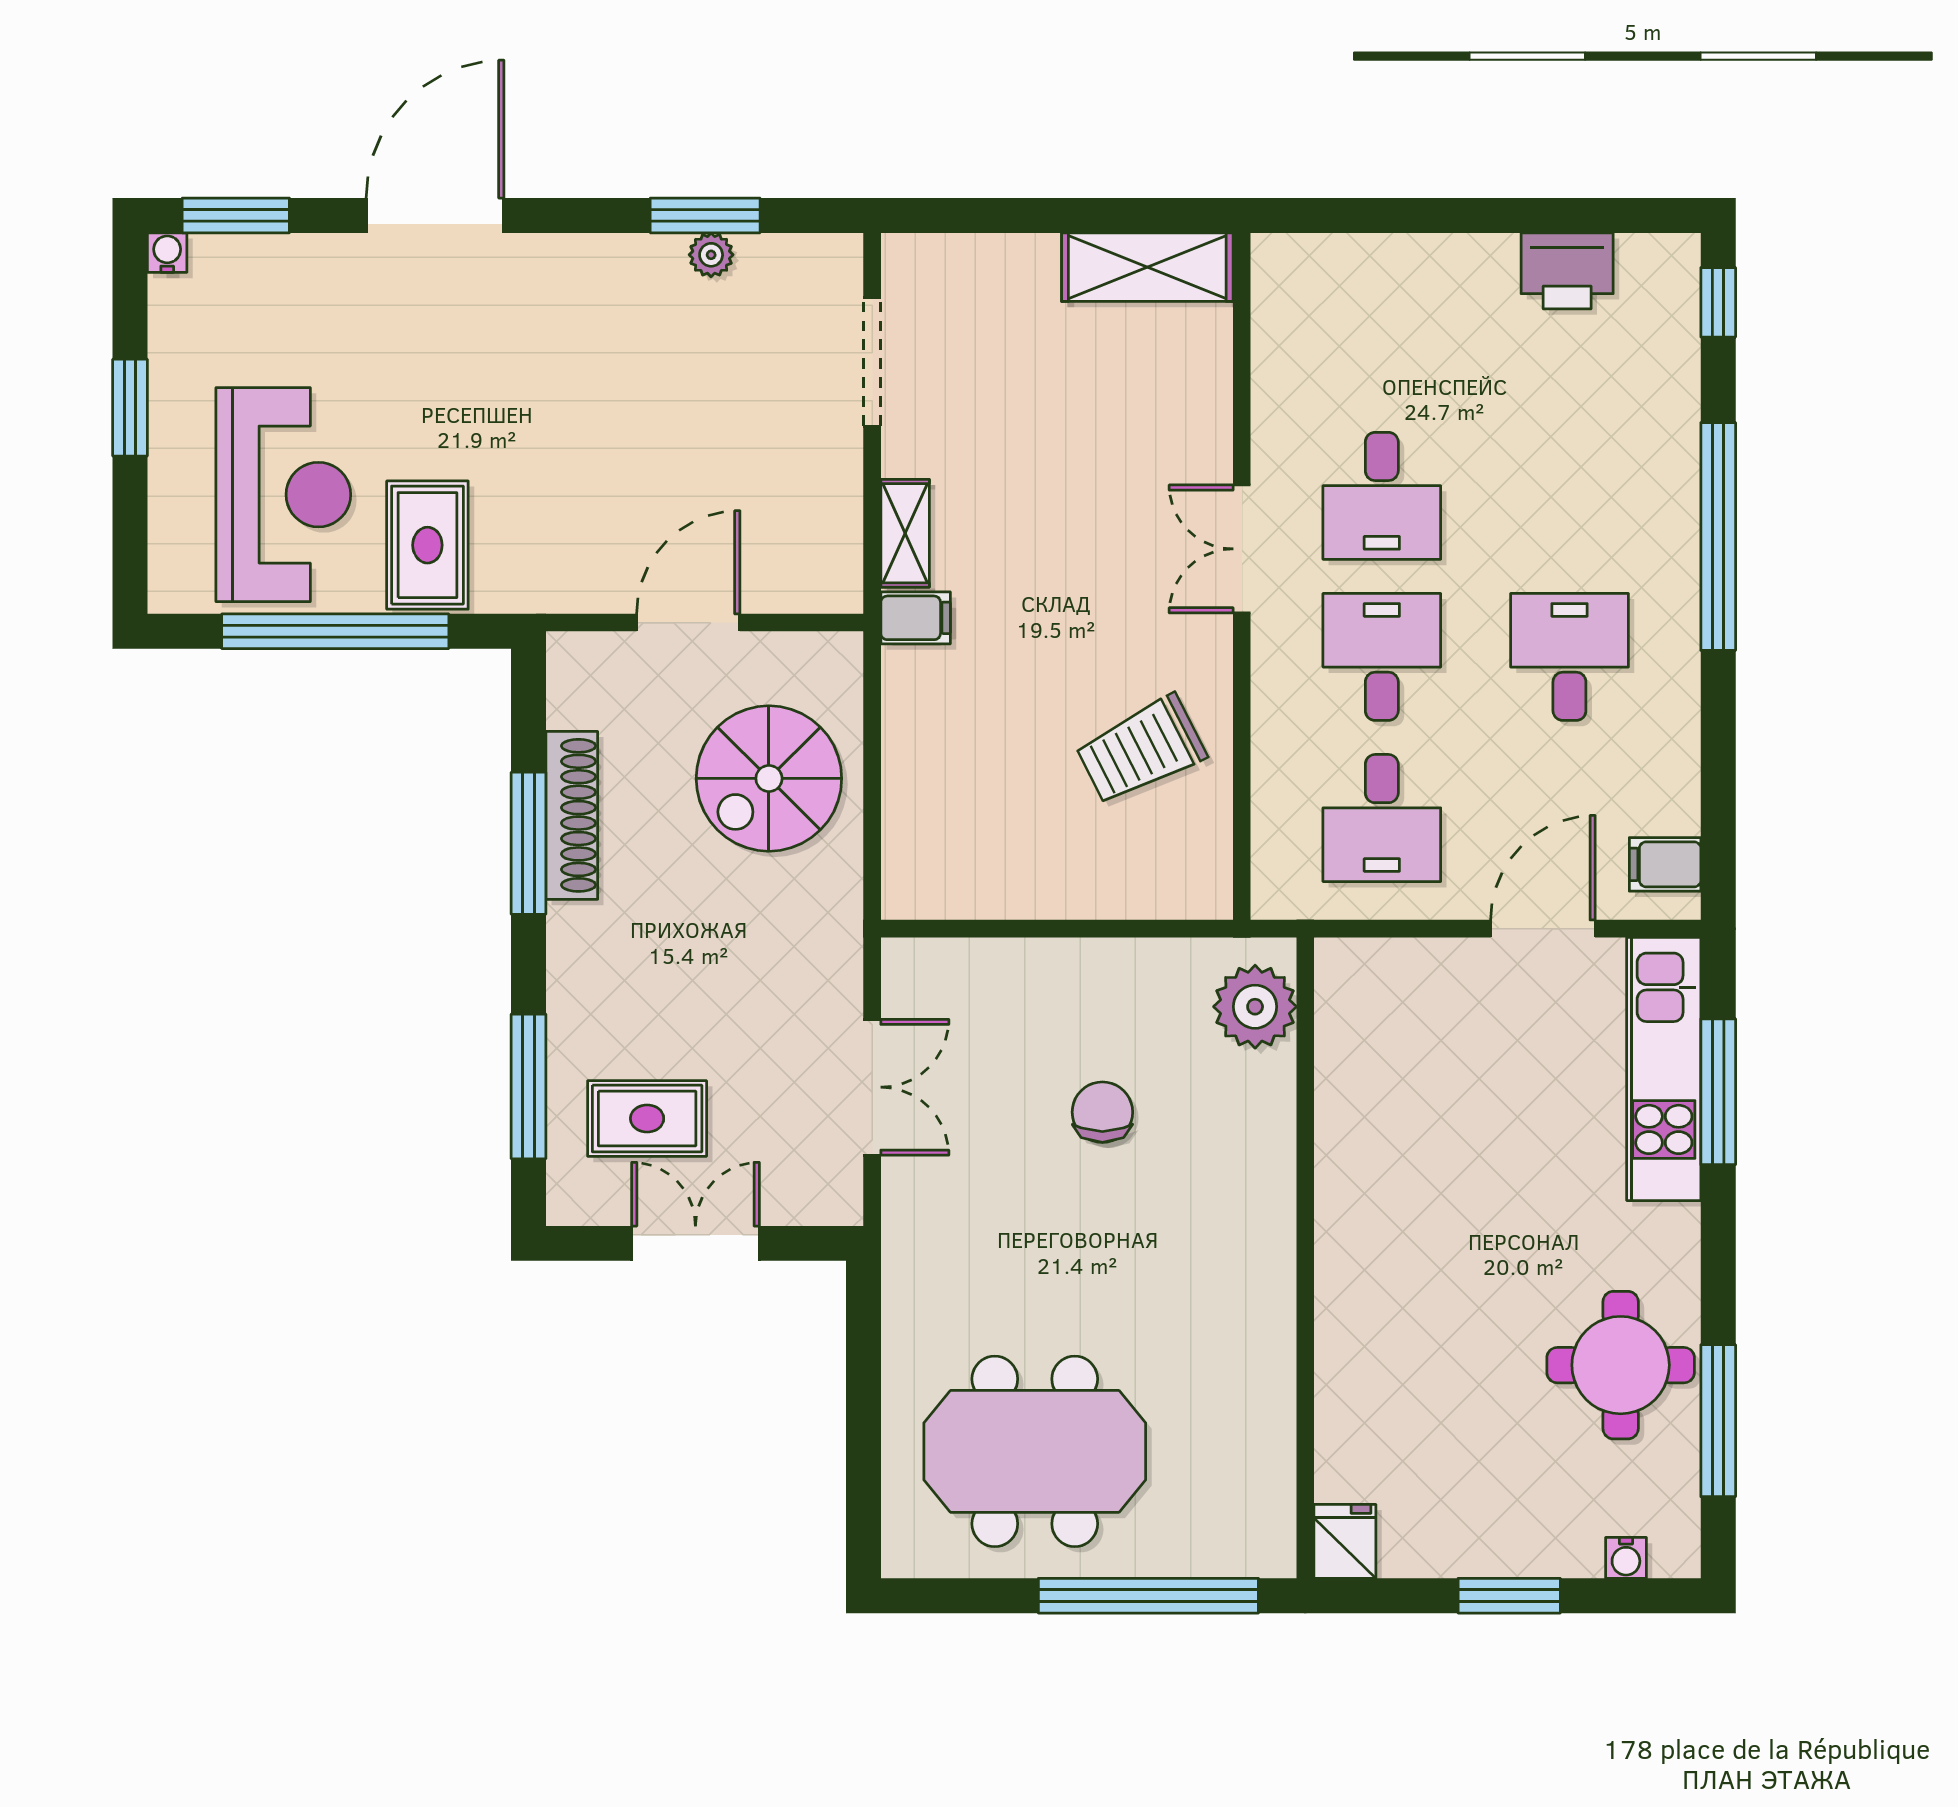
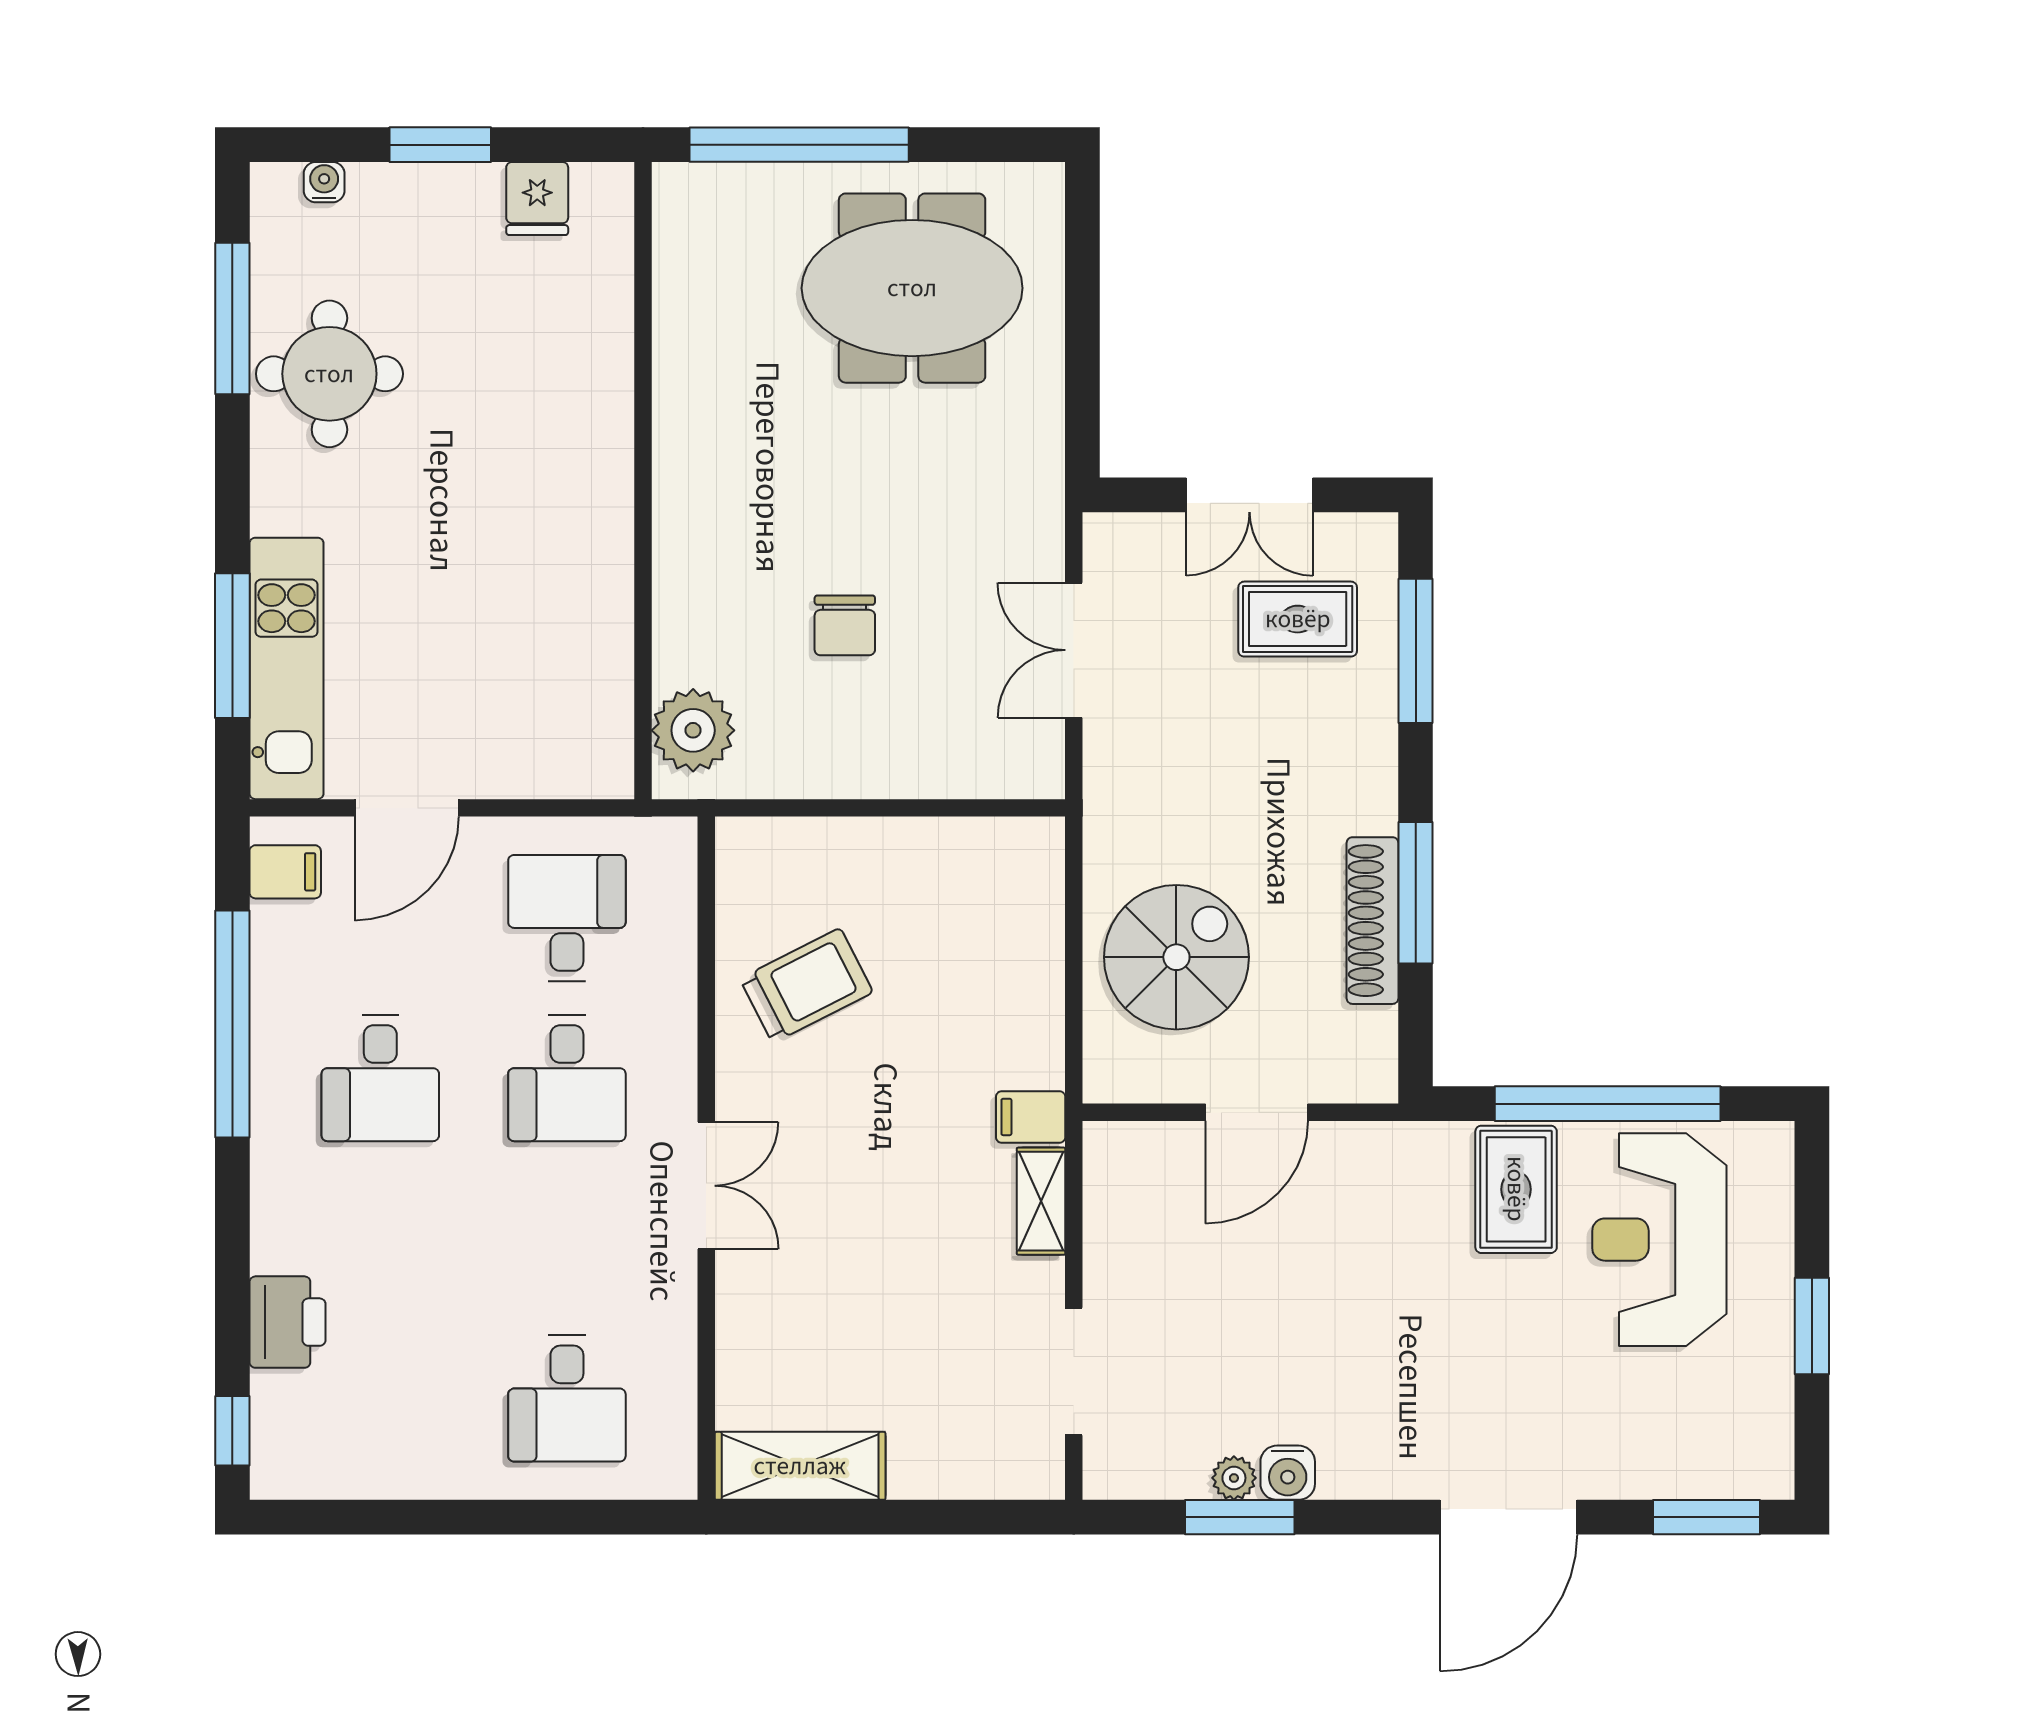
water cooler: (167, 253) -> (1288, 1473), moved, width x1.38, depth x1.38
printer: (1567, 271) -> (288, 1322), moved, turned 90
desk: (1382, 496) -> (567, 1399), moved, turned 180
window: (1718, 536) -> (232, 1024), moved
fridge: (1345, 1541) -> (537, 198), moved

